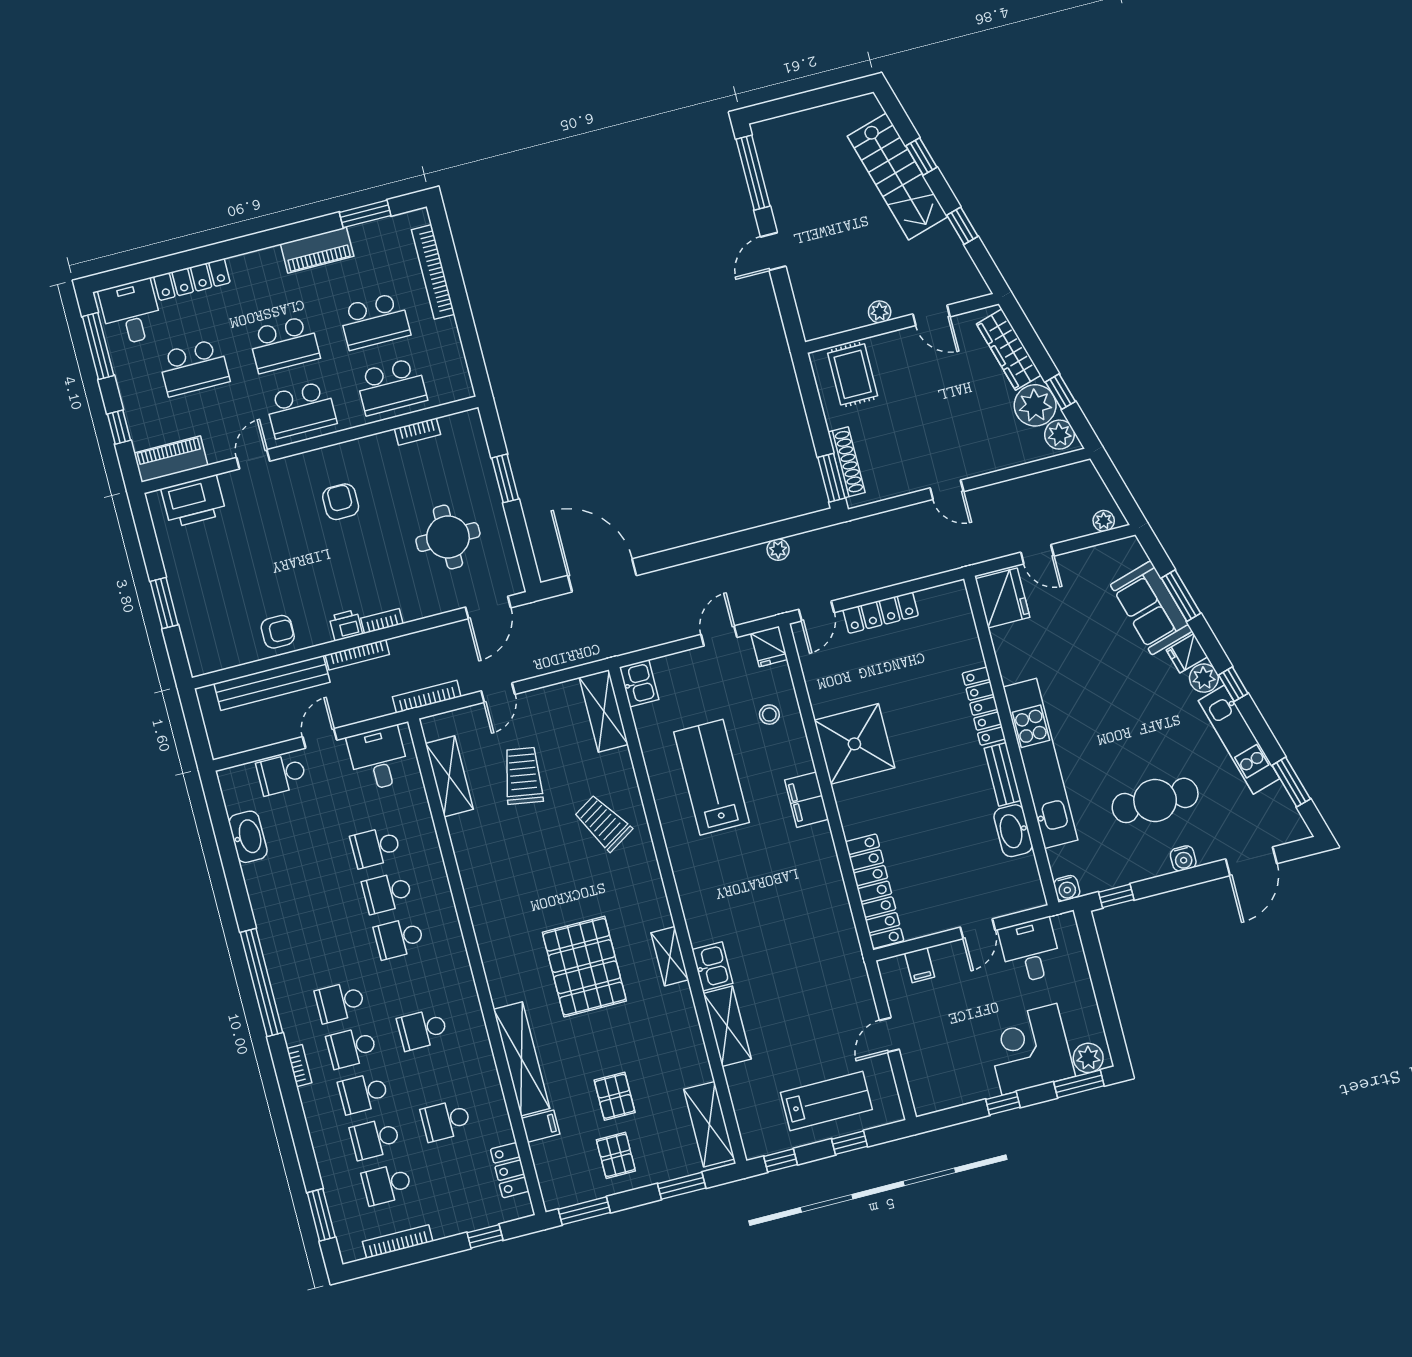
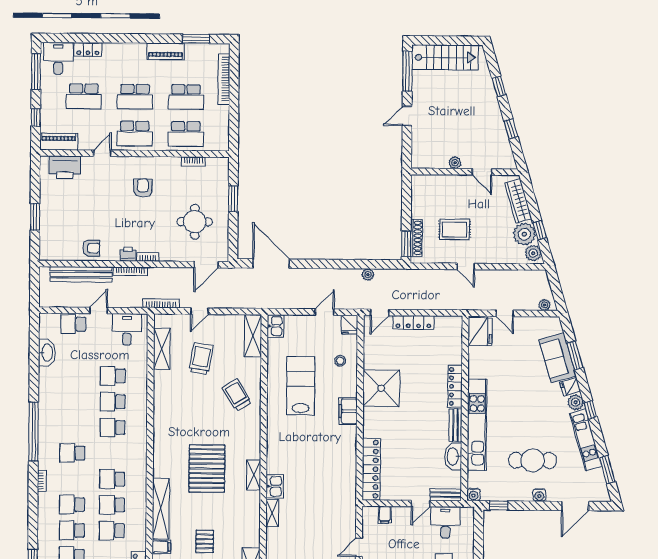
stairs: (897, 176) -> (445, 57), moved, turned -74
locker: (192, 280) -> (88, 49), width x0.66
rug: (853, 374) -> (455, 229), moved, turned 90
bench: (1018, 902) -> (446, 495), added
shelving: (727, 1026) -> (272, 513), width x0.67, depth x0.75
school desk: (352, 1048) -> (112, 505), moved

